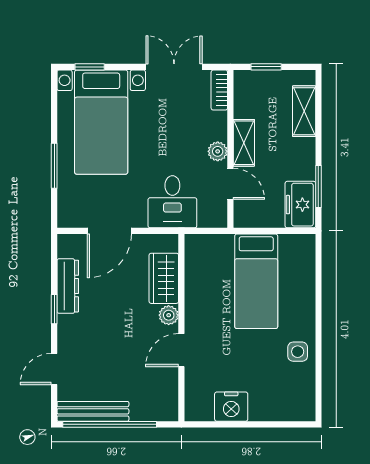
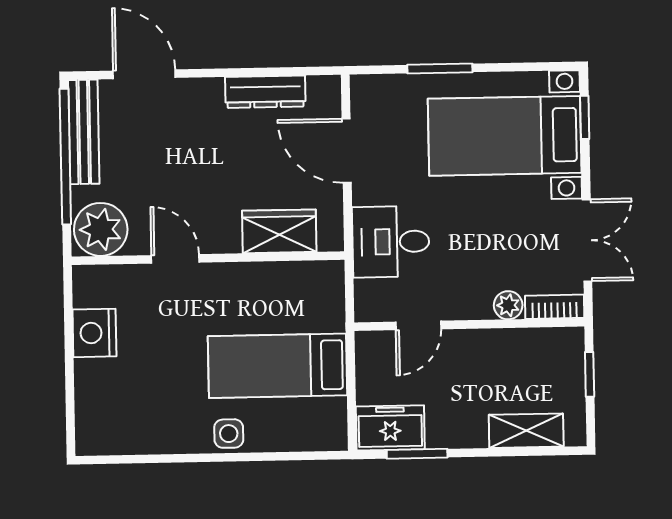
shelving: (244, 143) -> (479, 344), removed
plant: (218, 151) -> (508, 305), moved
window: (54, 309) -> (231, 73), removed
plant: (169, 315) -> (101, 229), moved, width x1.88, depth x1.88
side table: (298, 352) -> (229, 434), moved
door: (54, 369) -> (144, 74), width x1.38

